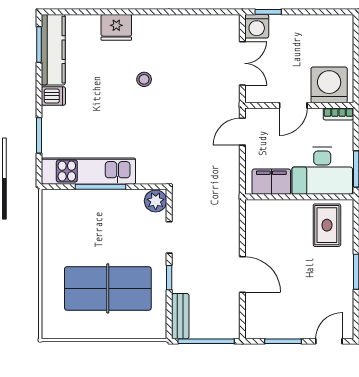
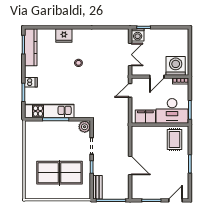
dishwasher: (53, 96) -> (31, 82), moved

